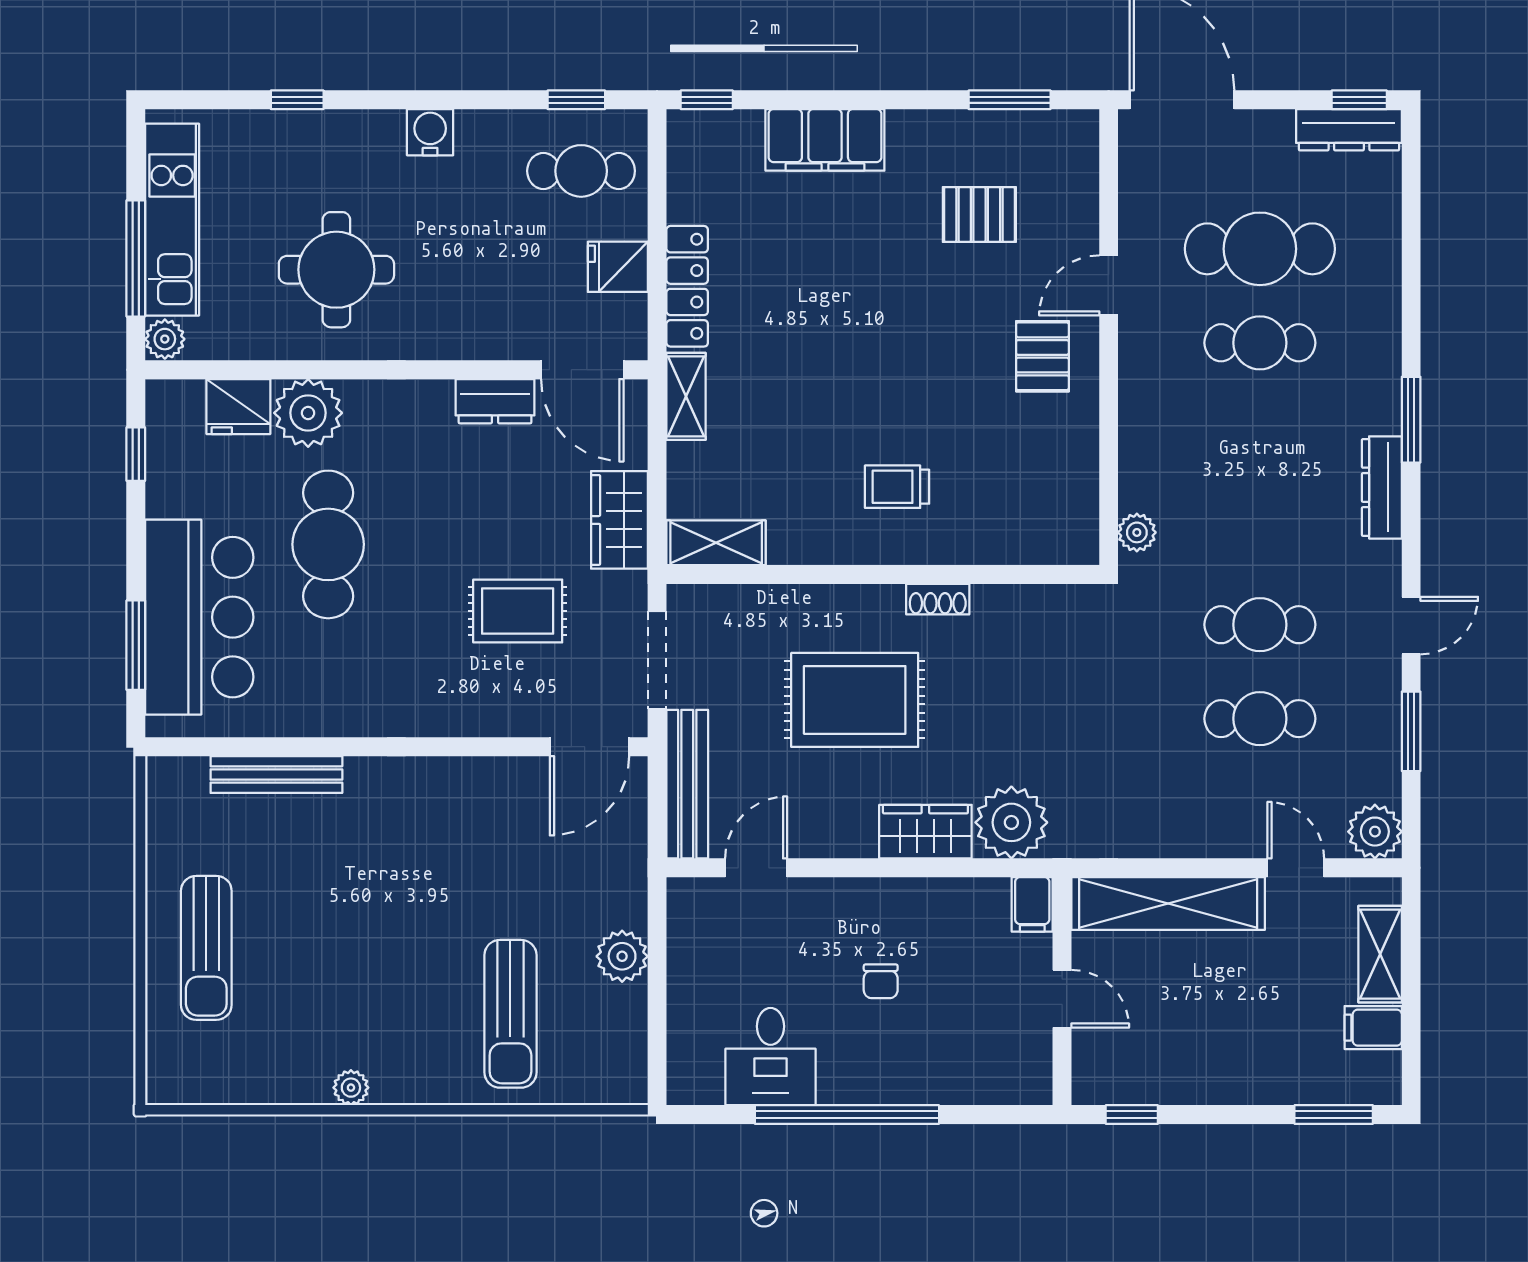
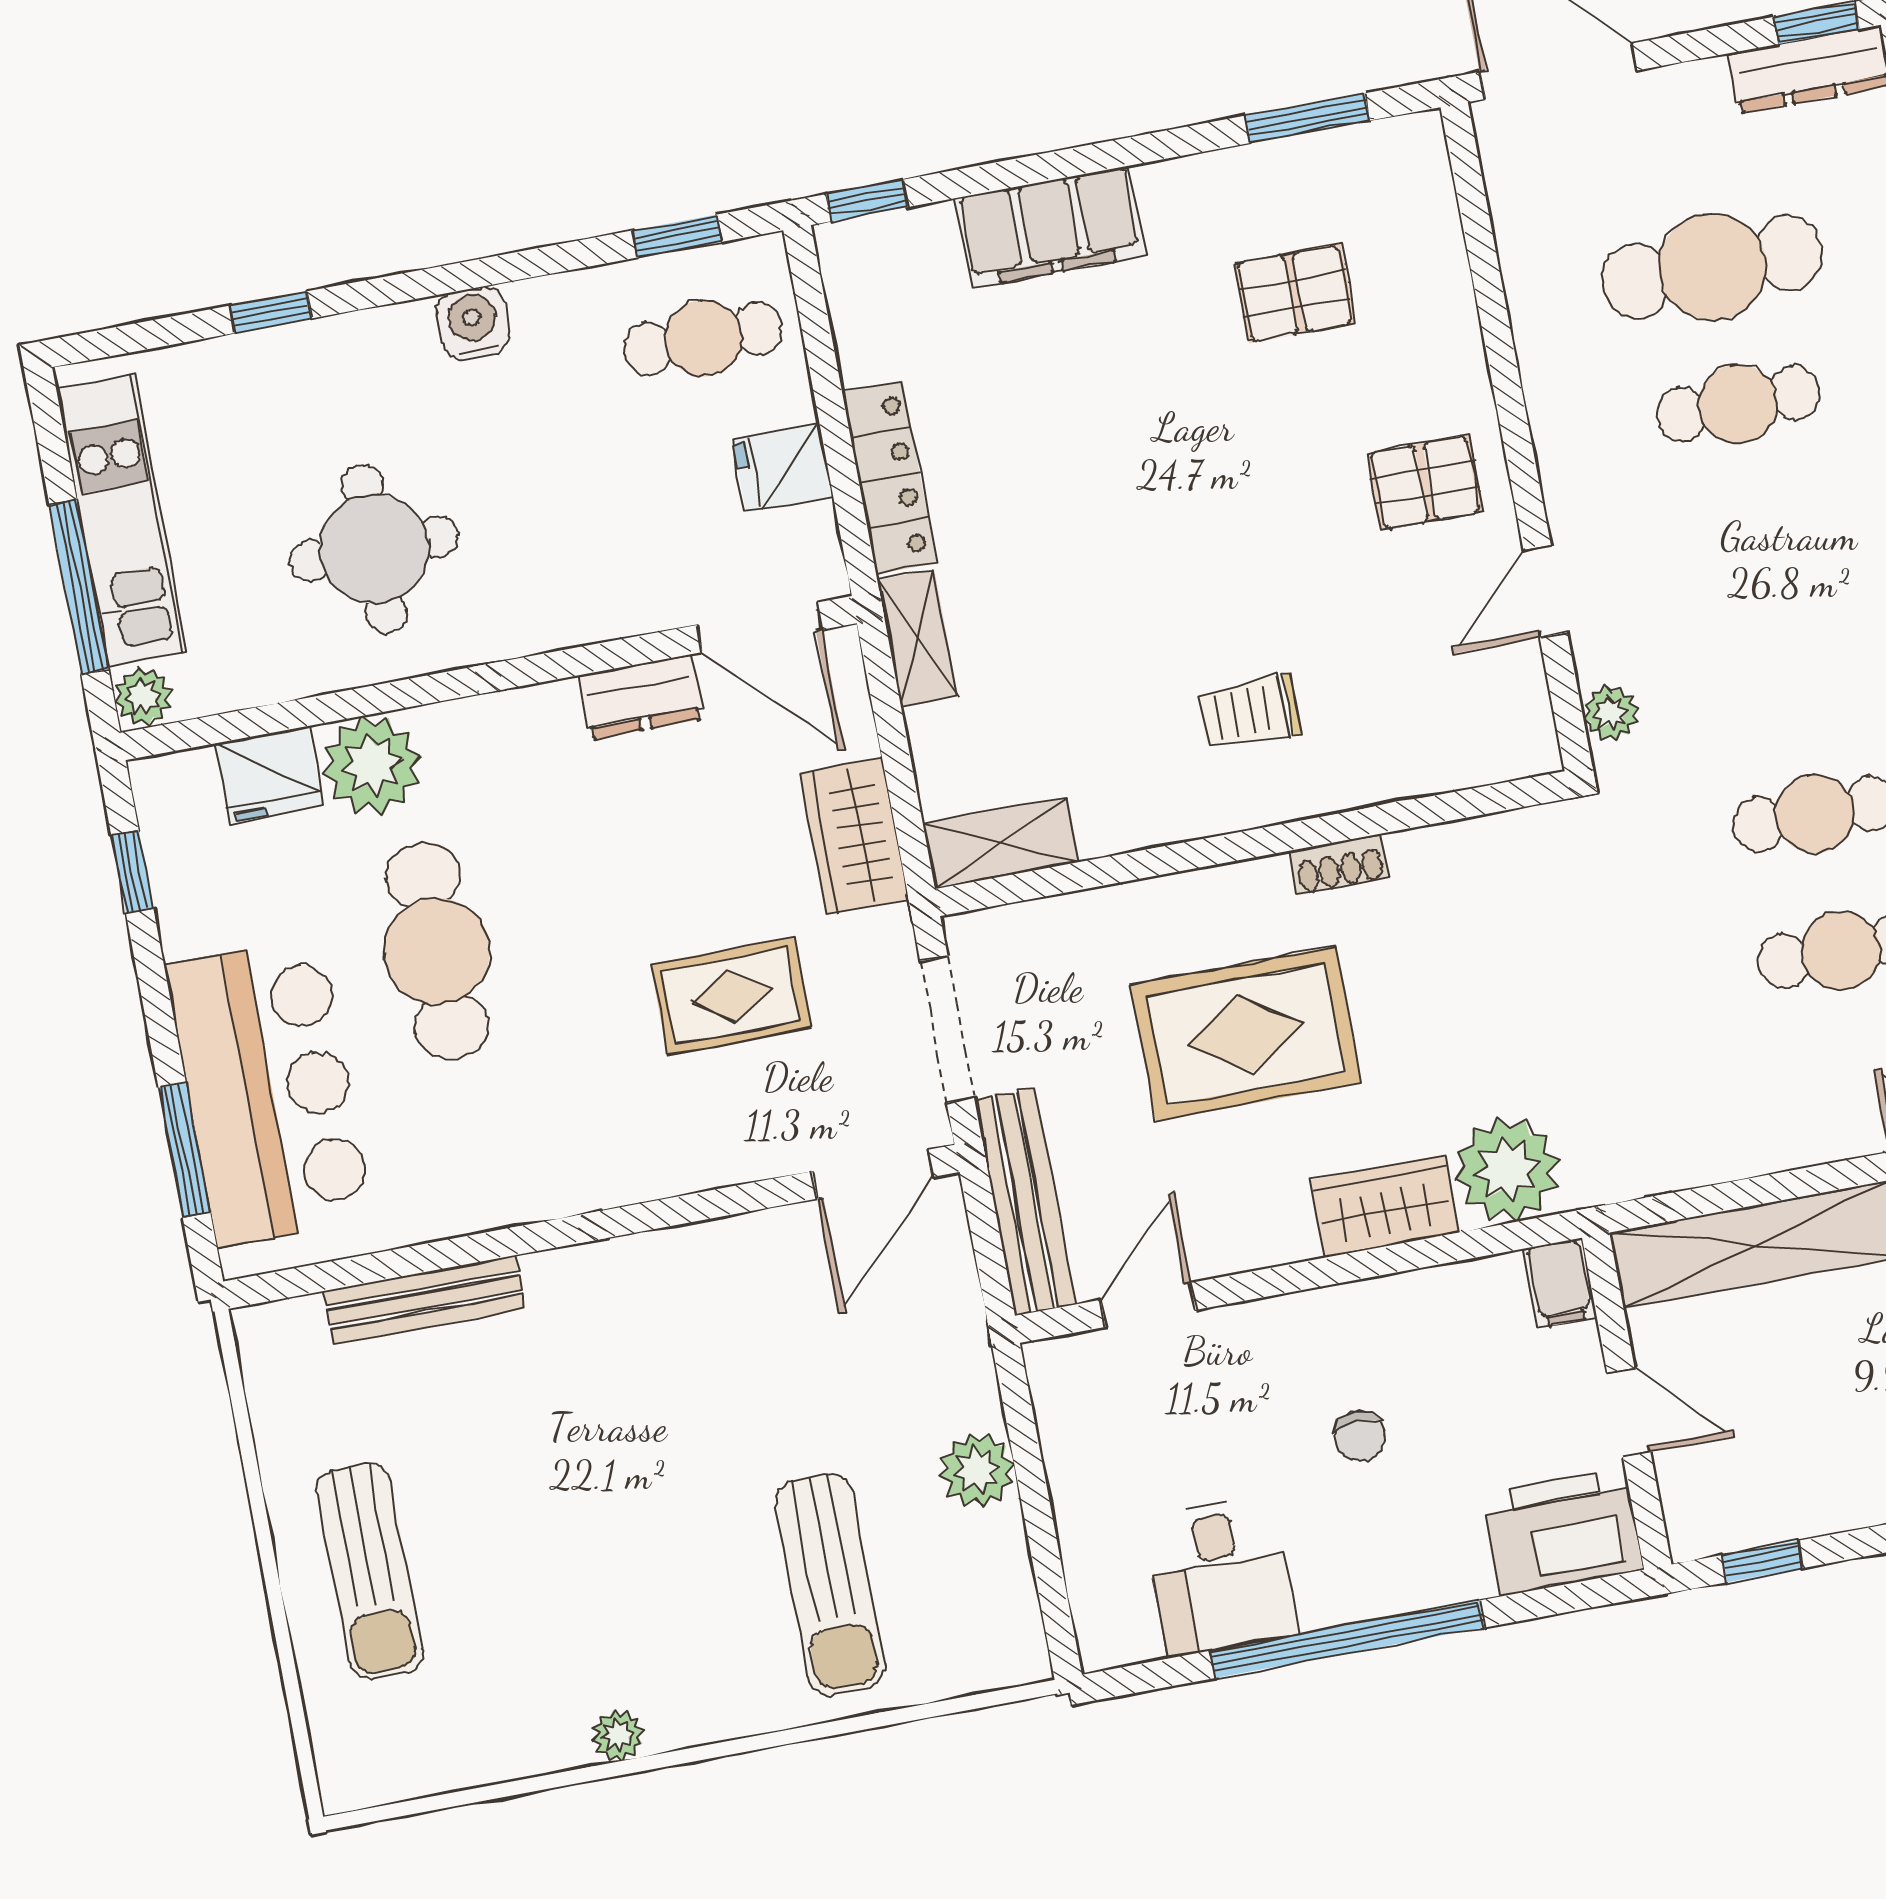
door: (1109, 285) -> (1545, 591), moved
pallet: (1042, 356) -> (1425, 483), turned 90
printer: (1003, 1070) -> (1563, 1532), added

